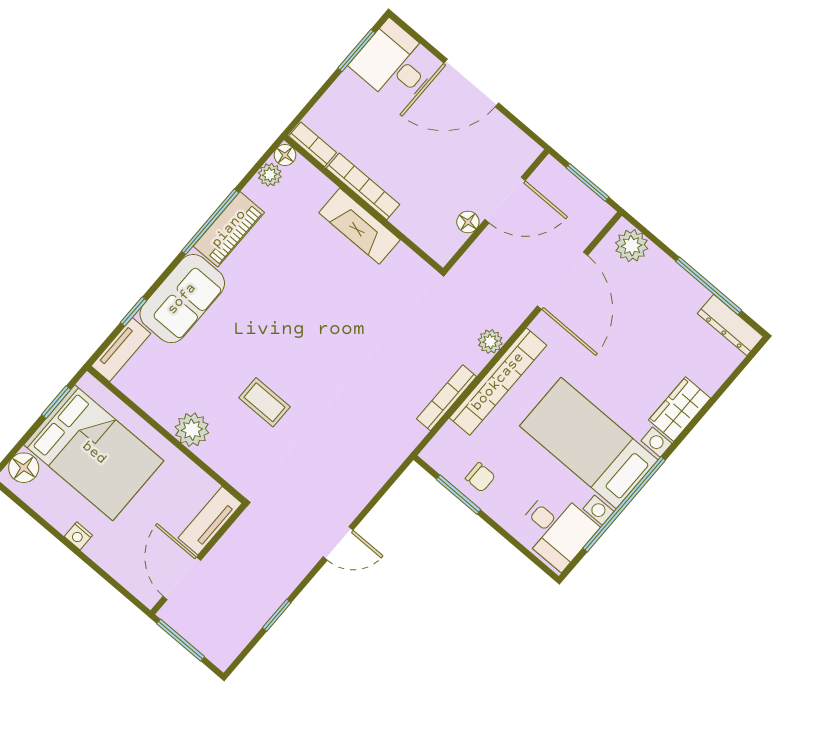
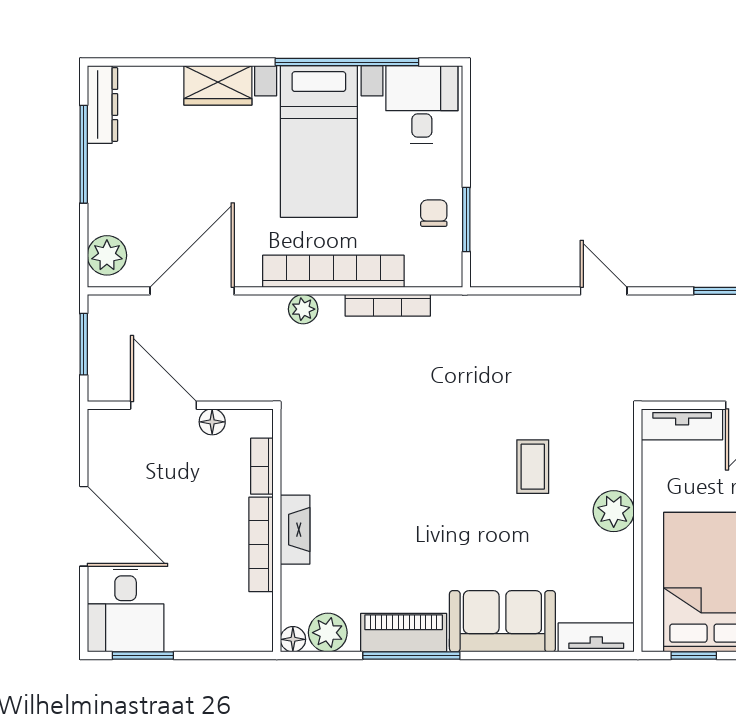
bookcase: (313, 144) -> (262, 466), moved
plant: (270, 175) -> (328, 633), width x1.38, depth x1.38
fireplace: (359, 226) -> (295, 530), width x0.73, depth x0.76
window: (133, 312) -> (552, 655), removed

